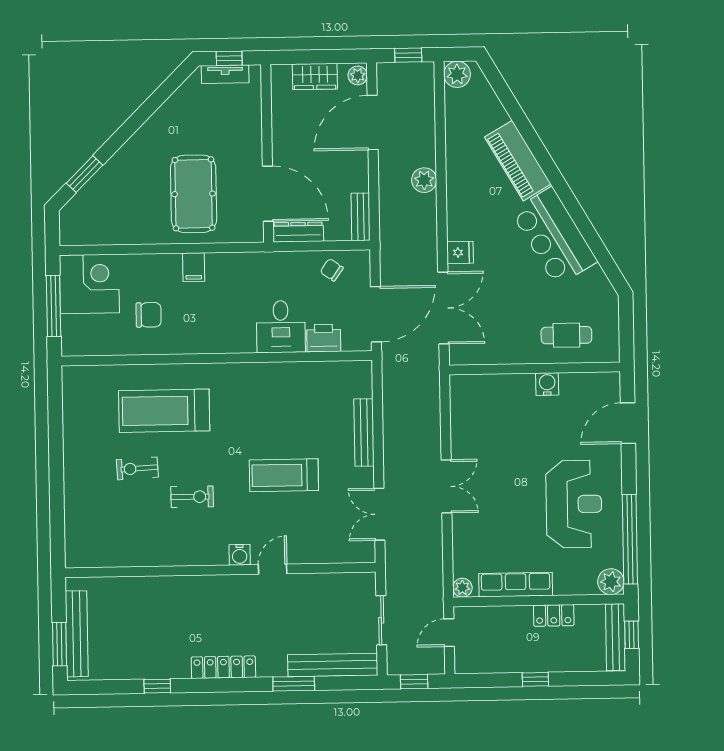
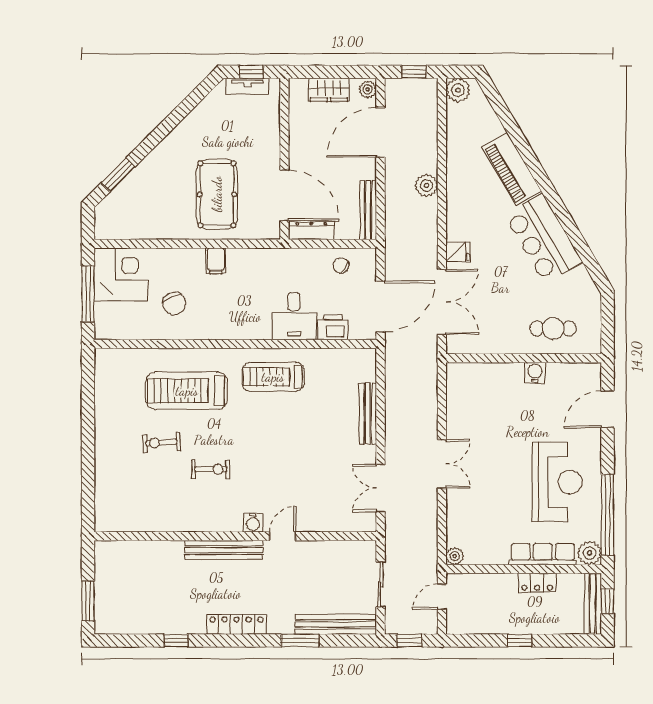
bench: (361, 217) -> (368, 210), width x1.36
chair: (149, 315) -> (174, 303), turned 68
treadmill: (284, 475) -> (273, 377), moved
row of seats: (516, 585) -> (543, 554), moved
bench: (77, 634) -> (224, 550), moved, turned 90

